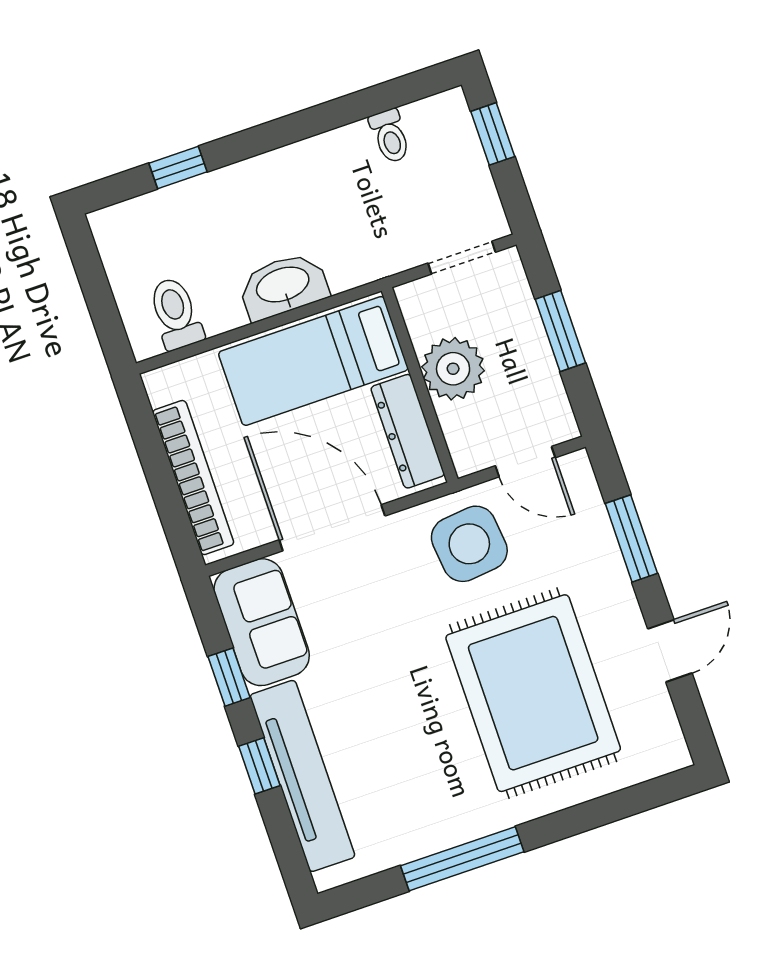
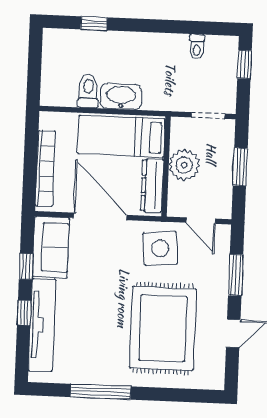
toilet: (176, 314) -> (88, 91), moved

